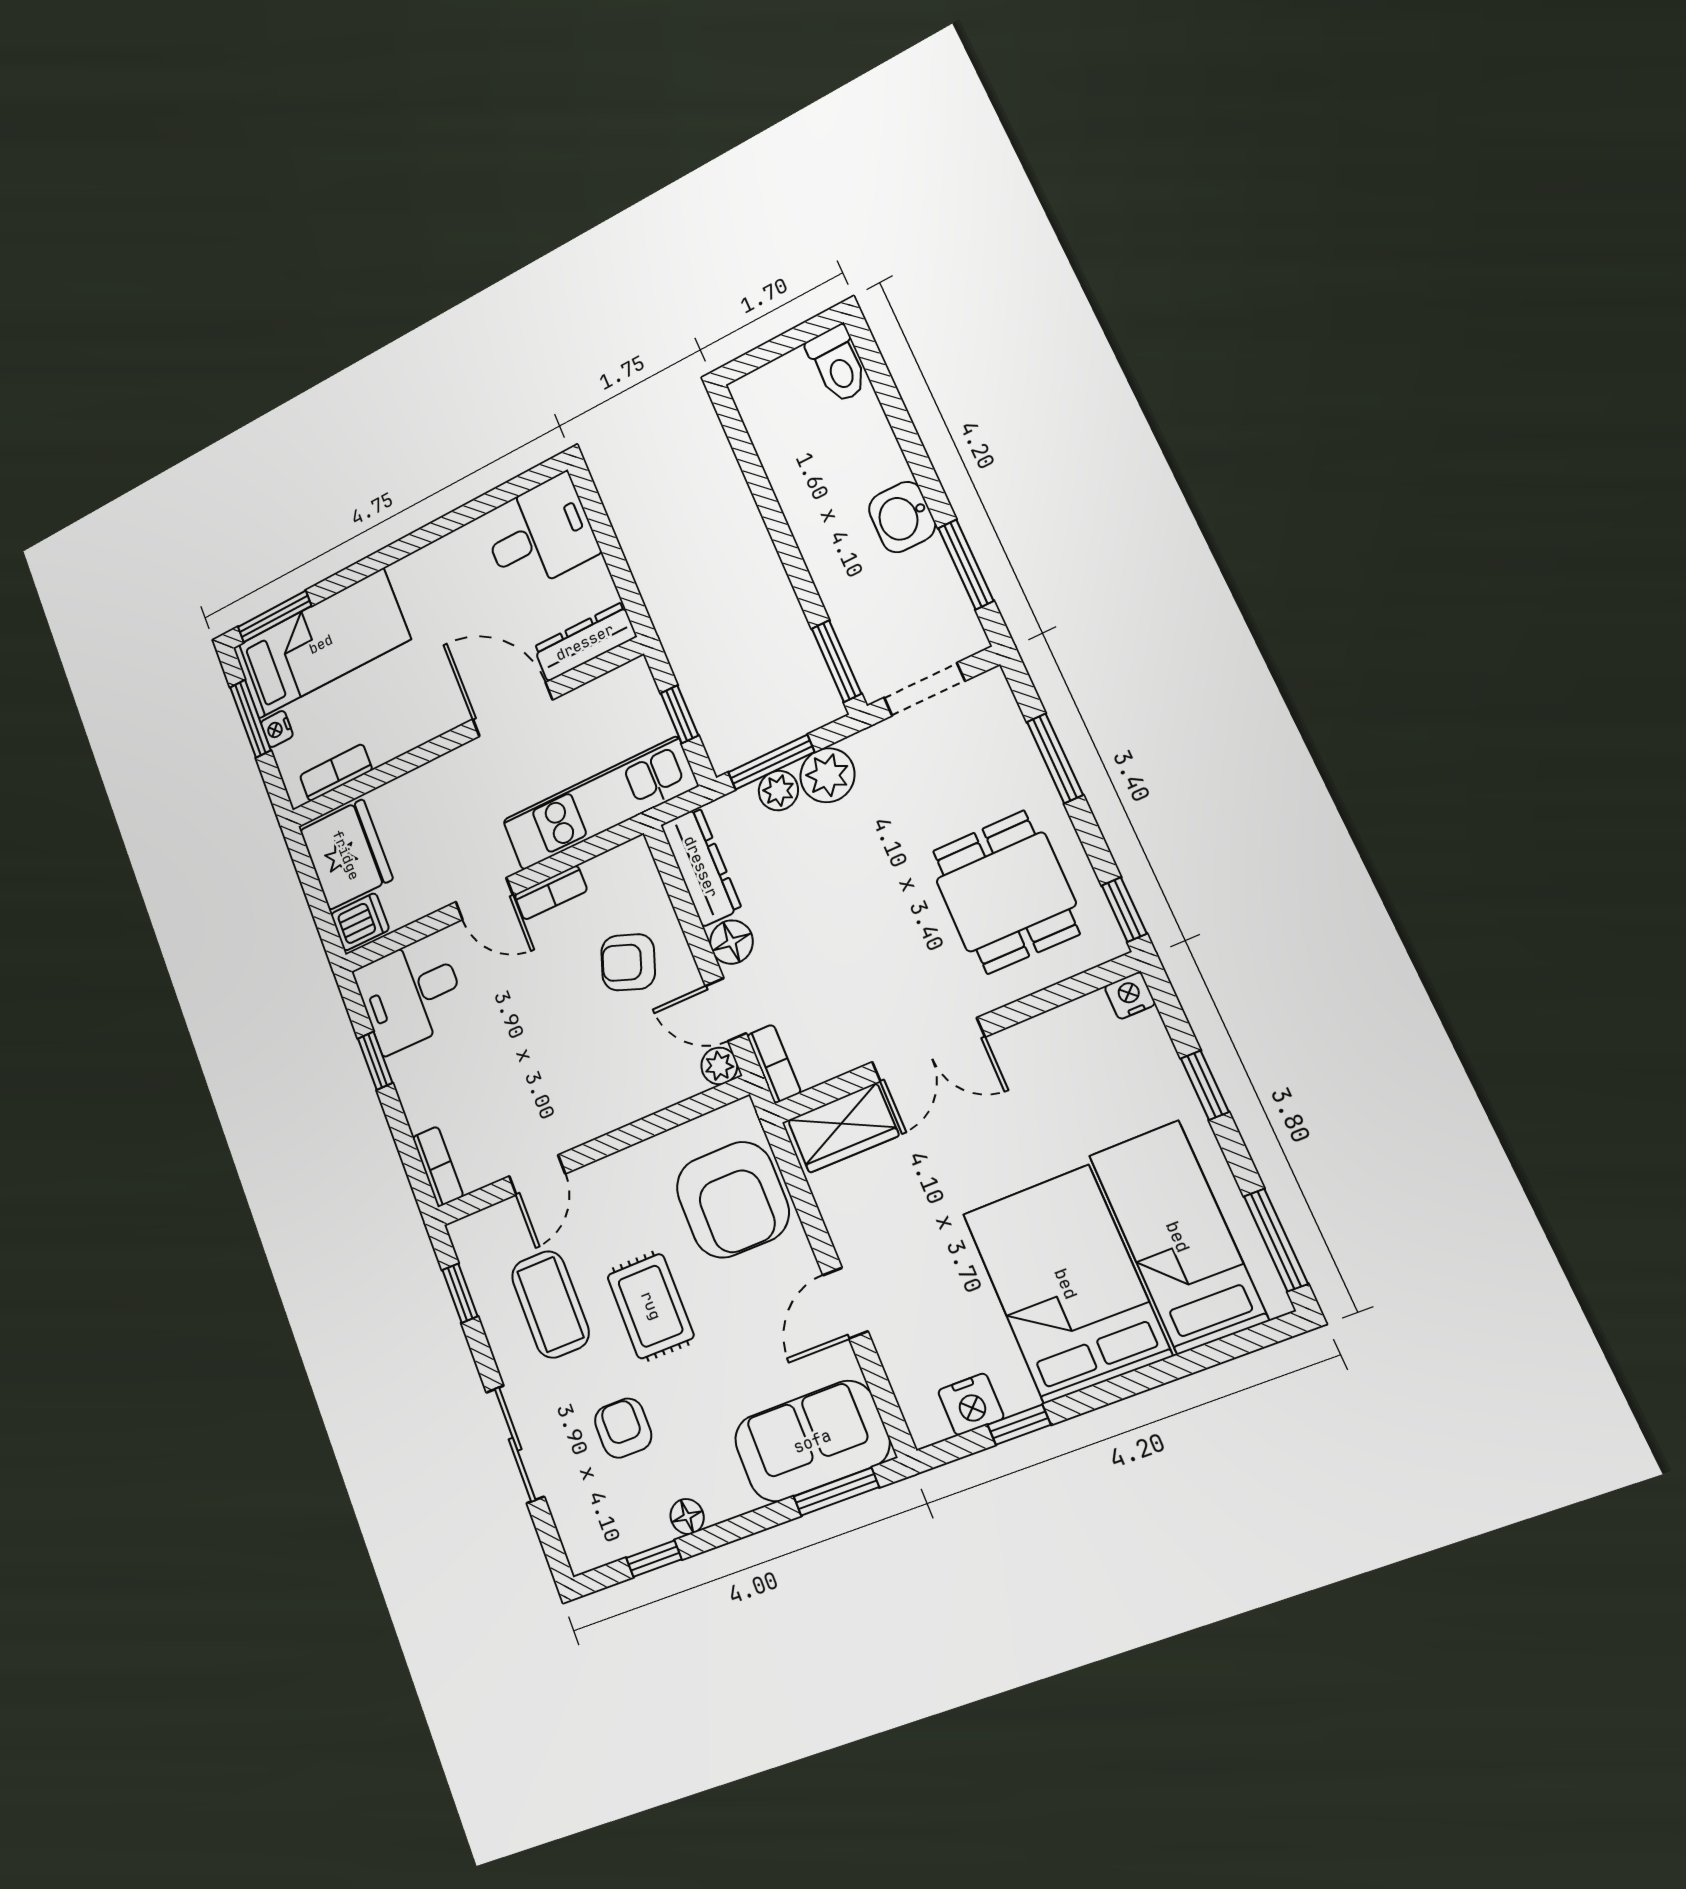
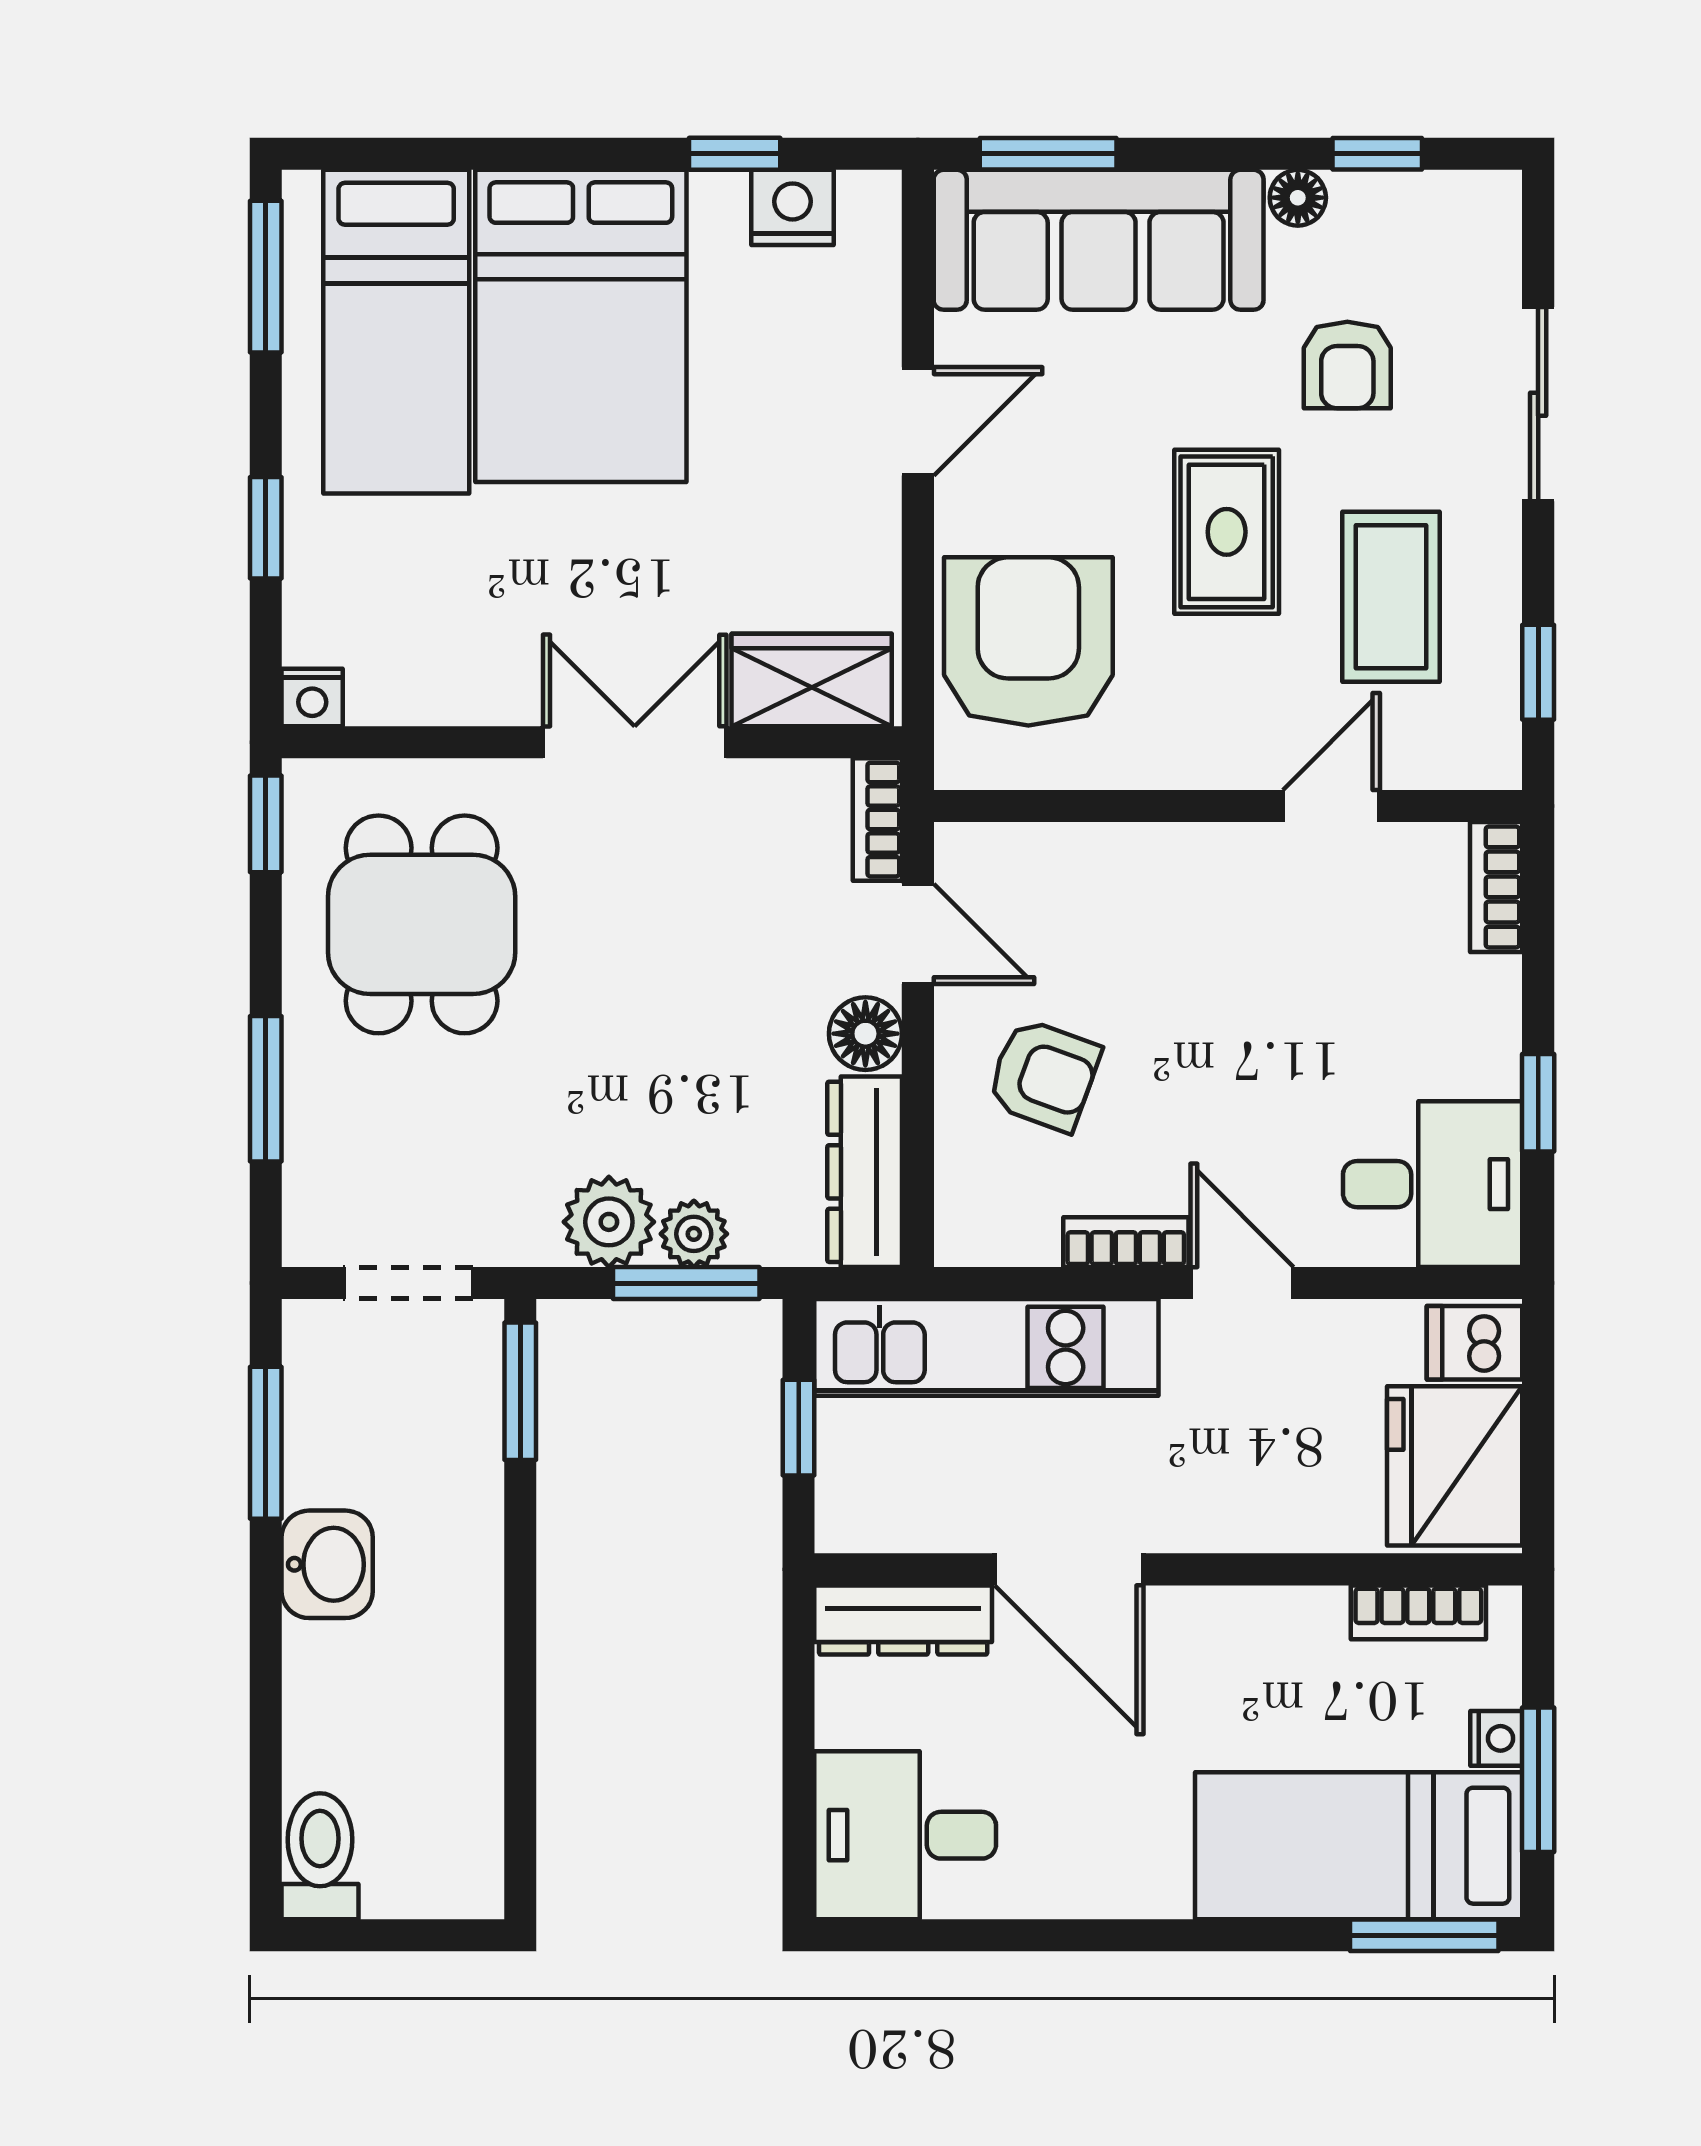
plant: (719, 1066) -> (964, 852), removed
sofa: (812, 1441) -> (1099, 240), width x1.36

